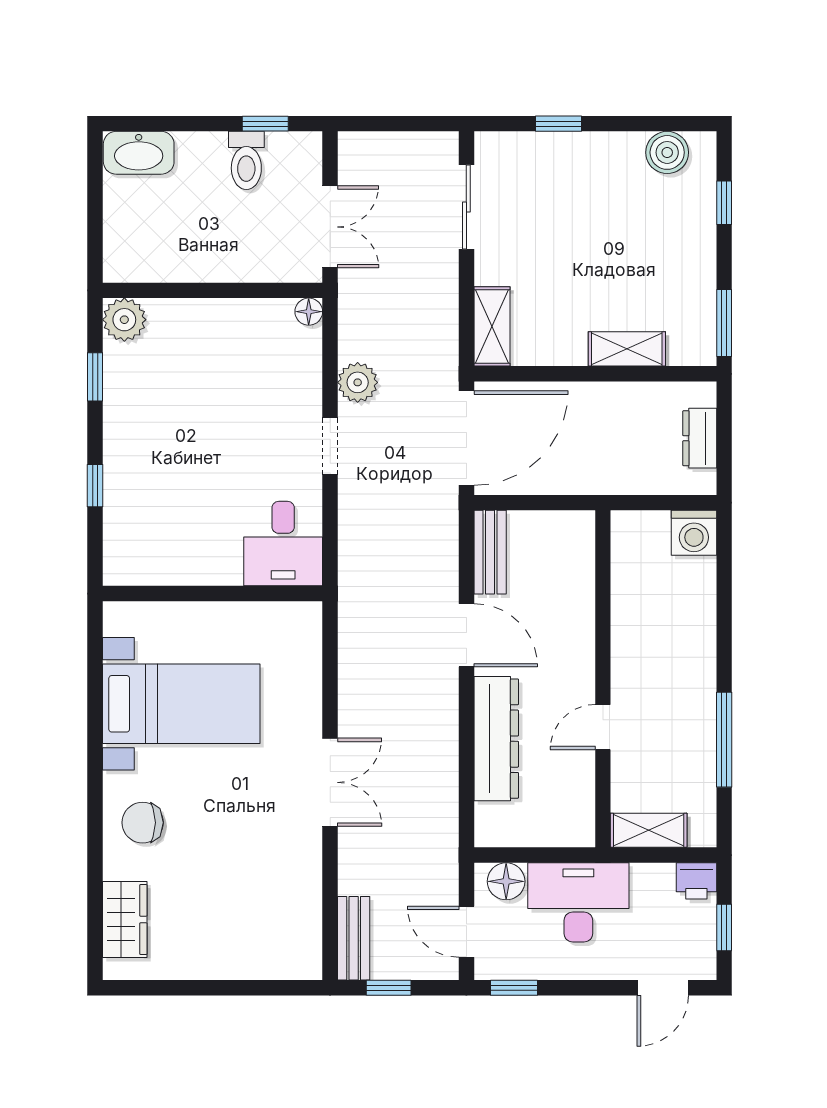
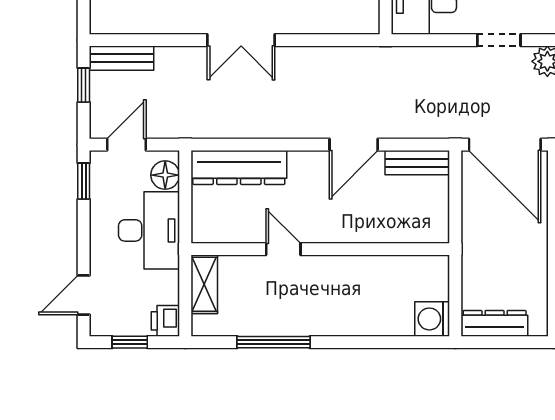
dresser: (700, 438) -> (495, 323), width x1.44
dresser: (496, 739) -> (239, 168), moved
door: (663, 988) -> (84, 295), hinge flipped

